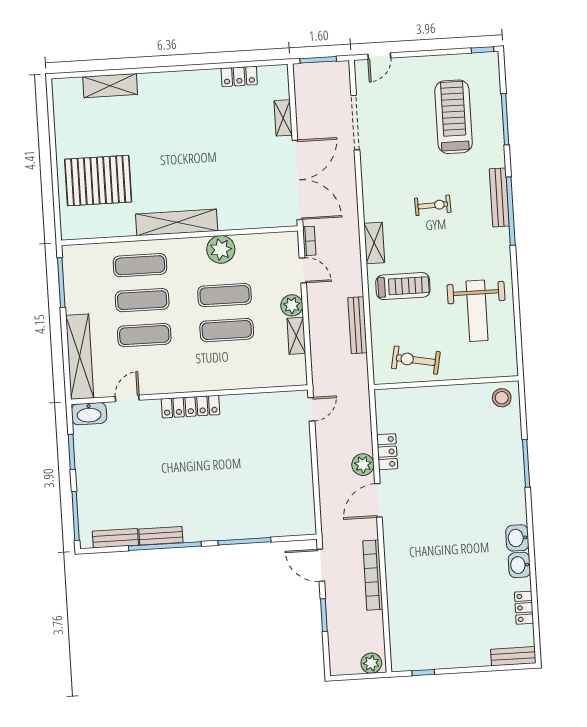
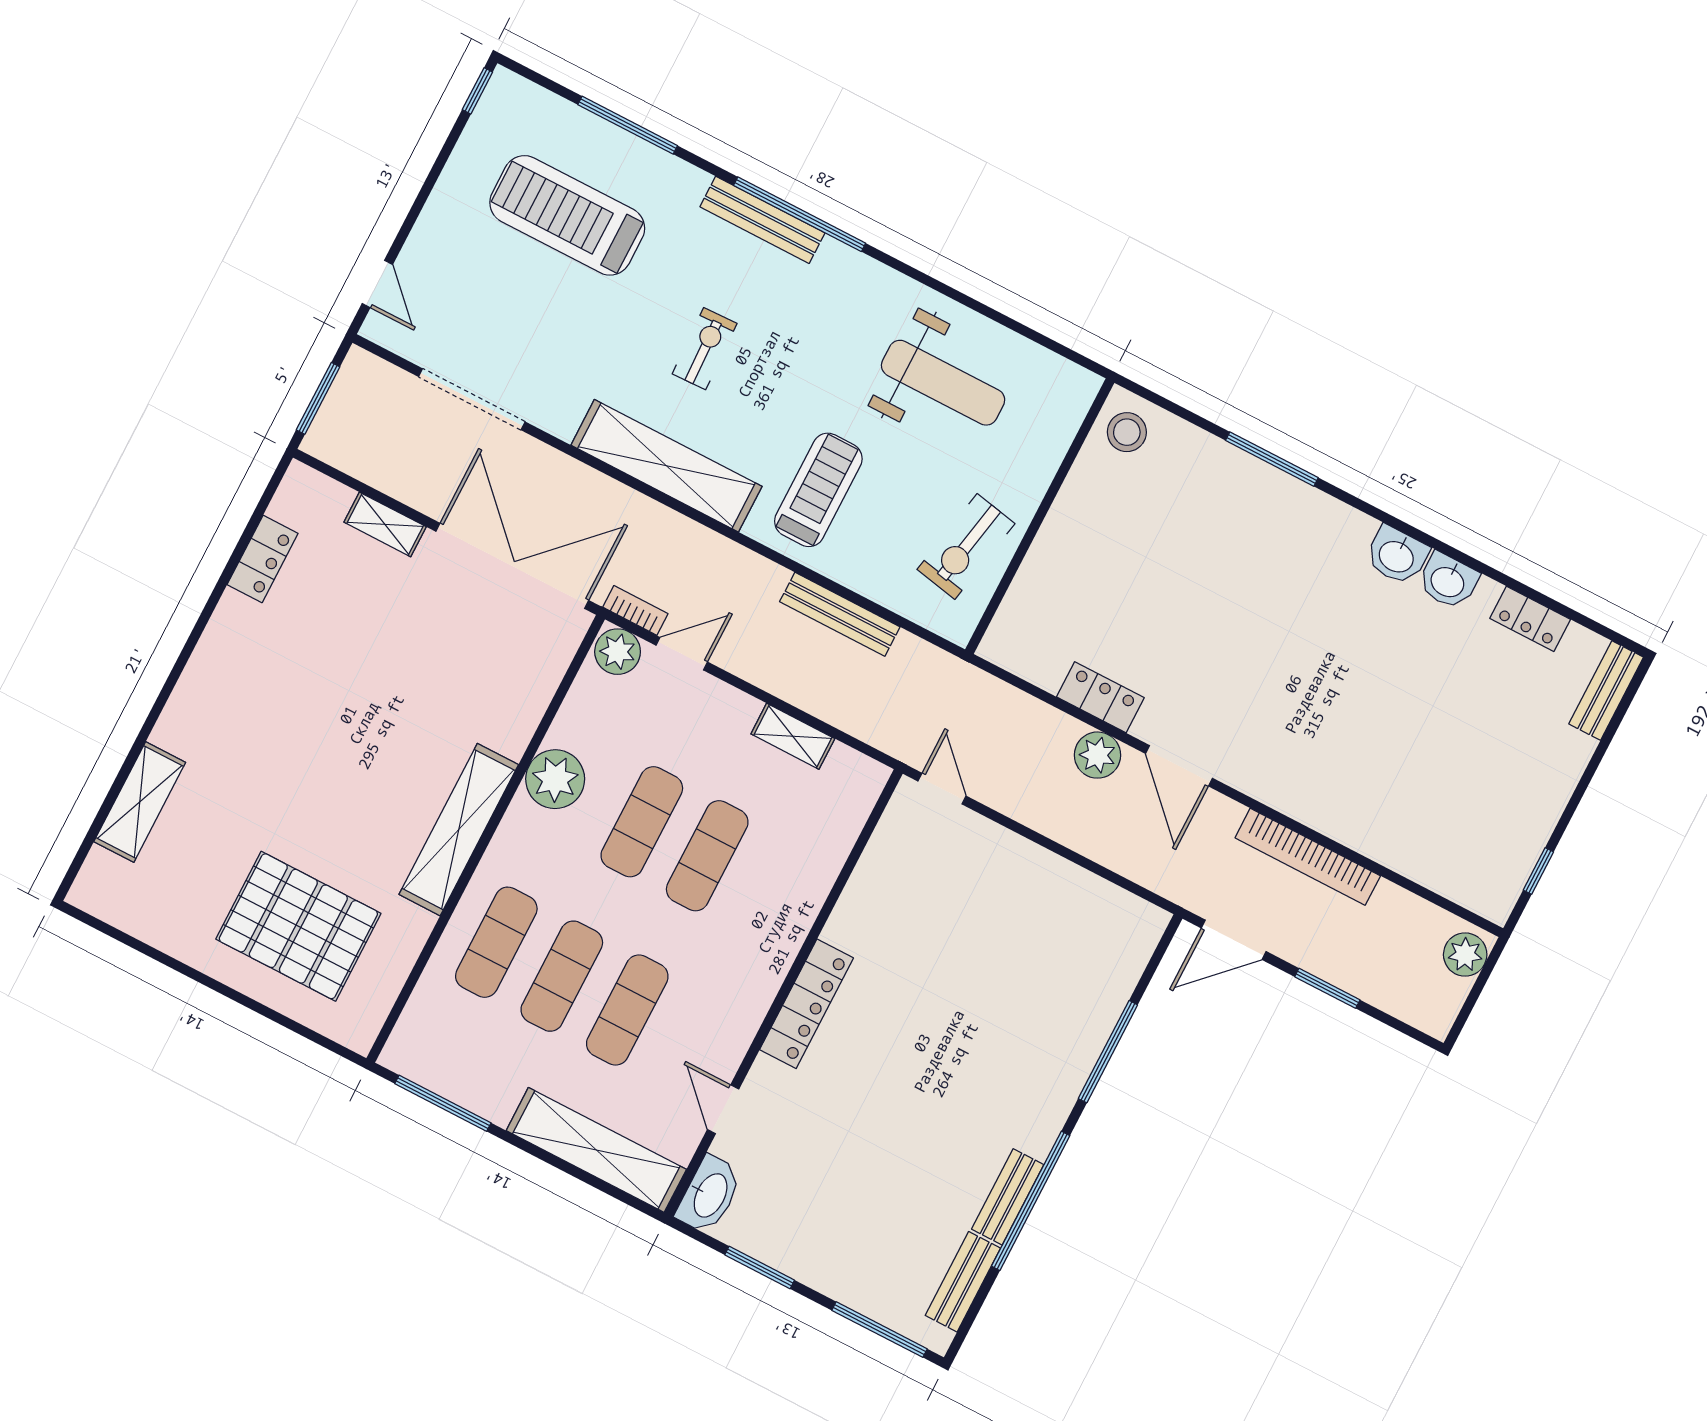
pallet: (98, 181) -> (298, 926), turned 90
shelving: (374, 243) -> (666, 466), width x2.20, depth x1.33
plant: (292, 305) -> (618, 652), moved

